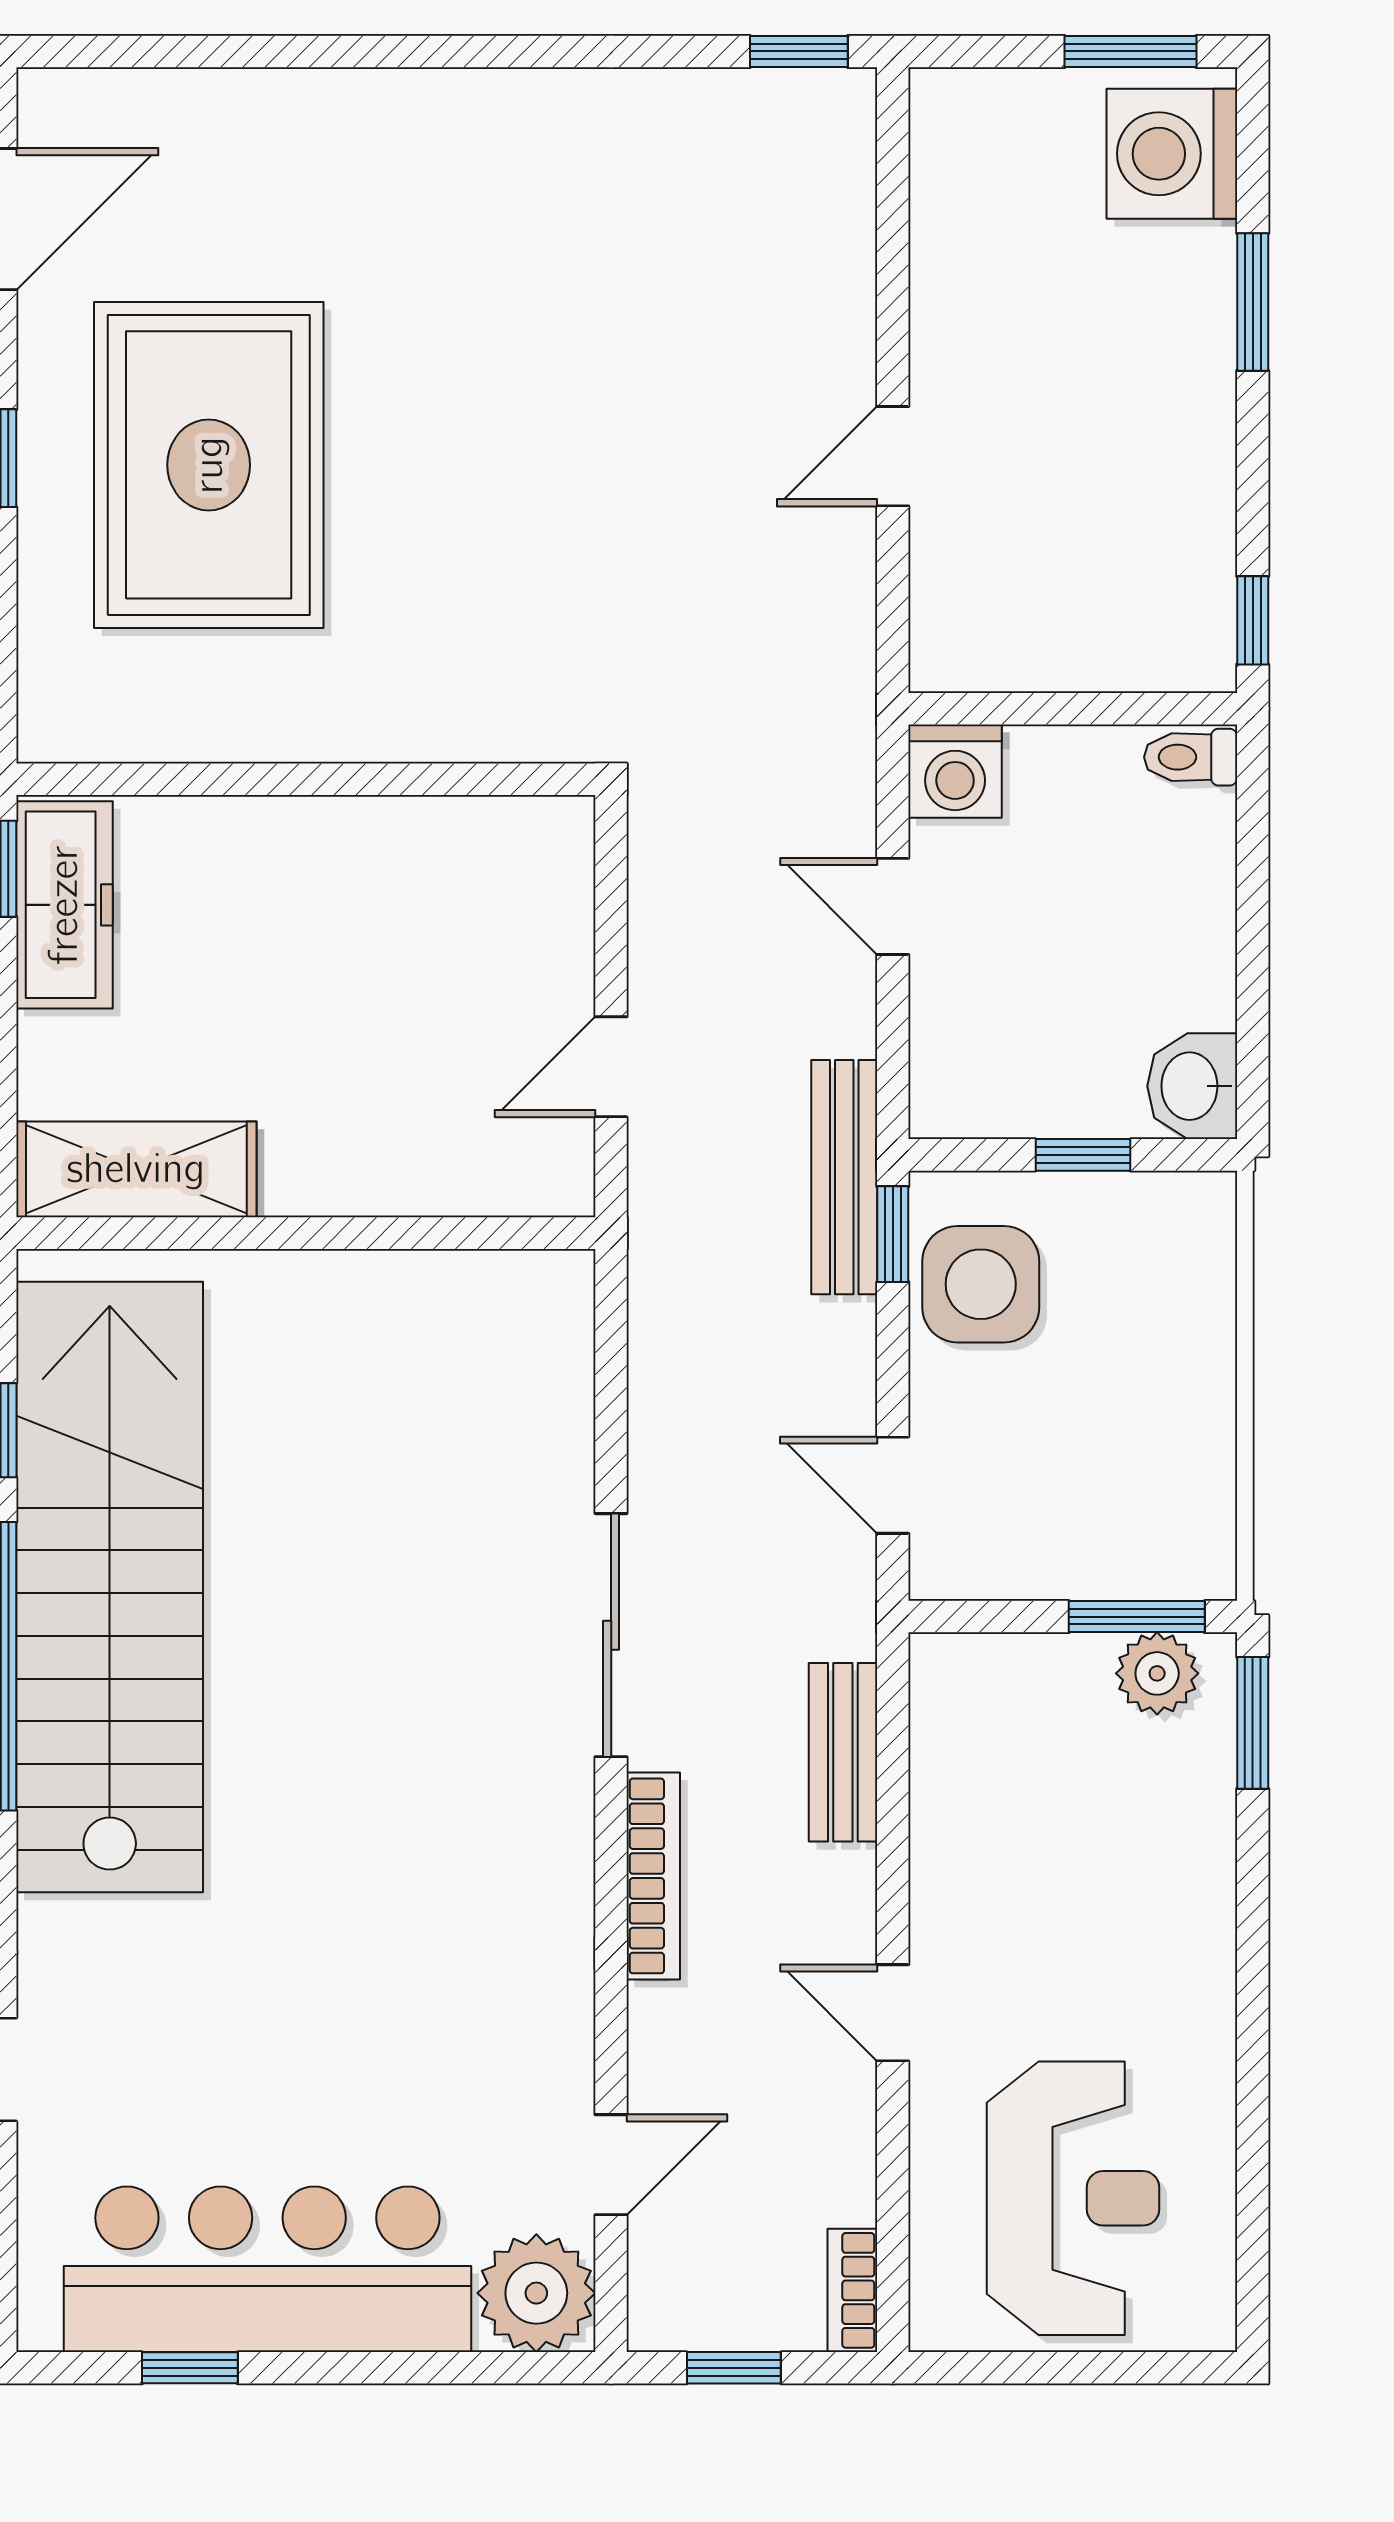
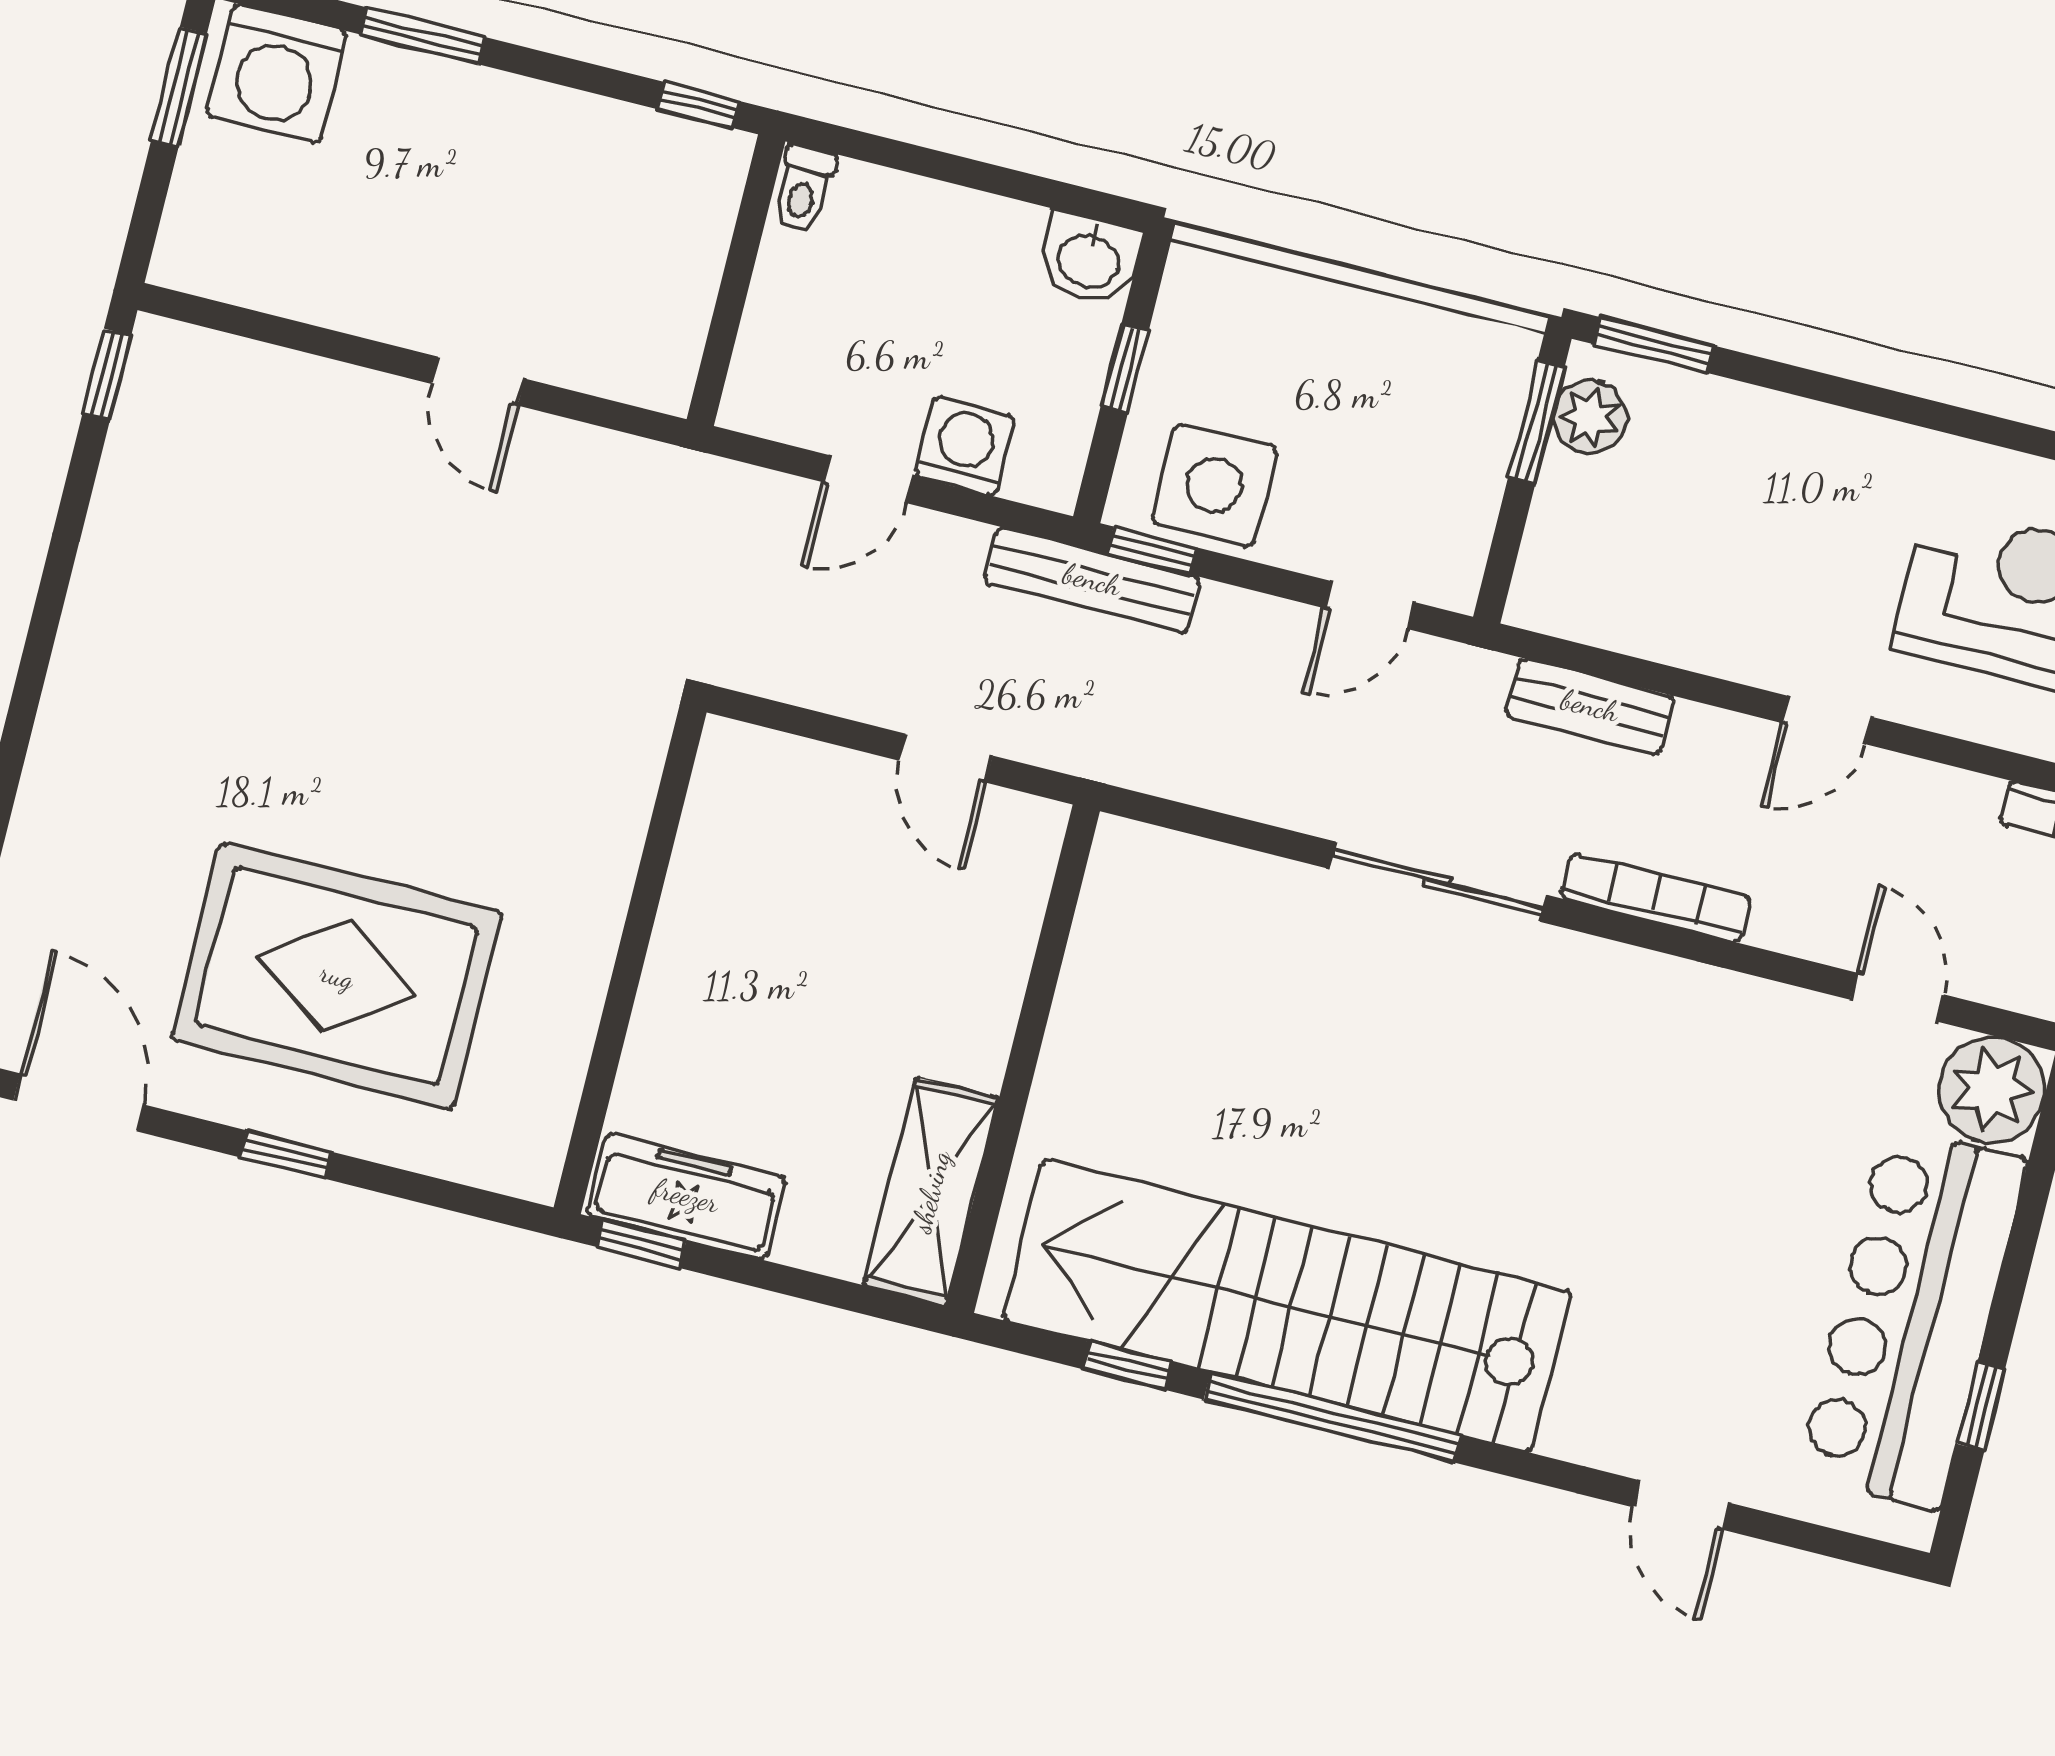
washing machine: (955, 771) -> (965, 446), moved, turned -90

